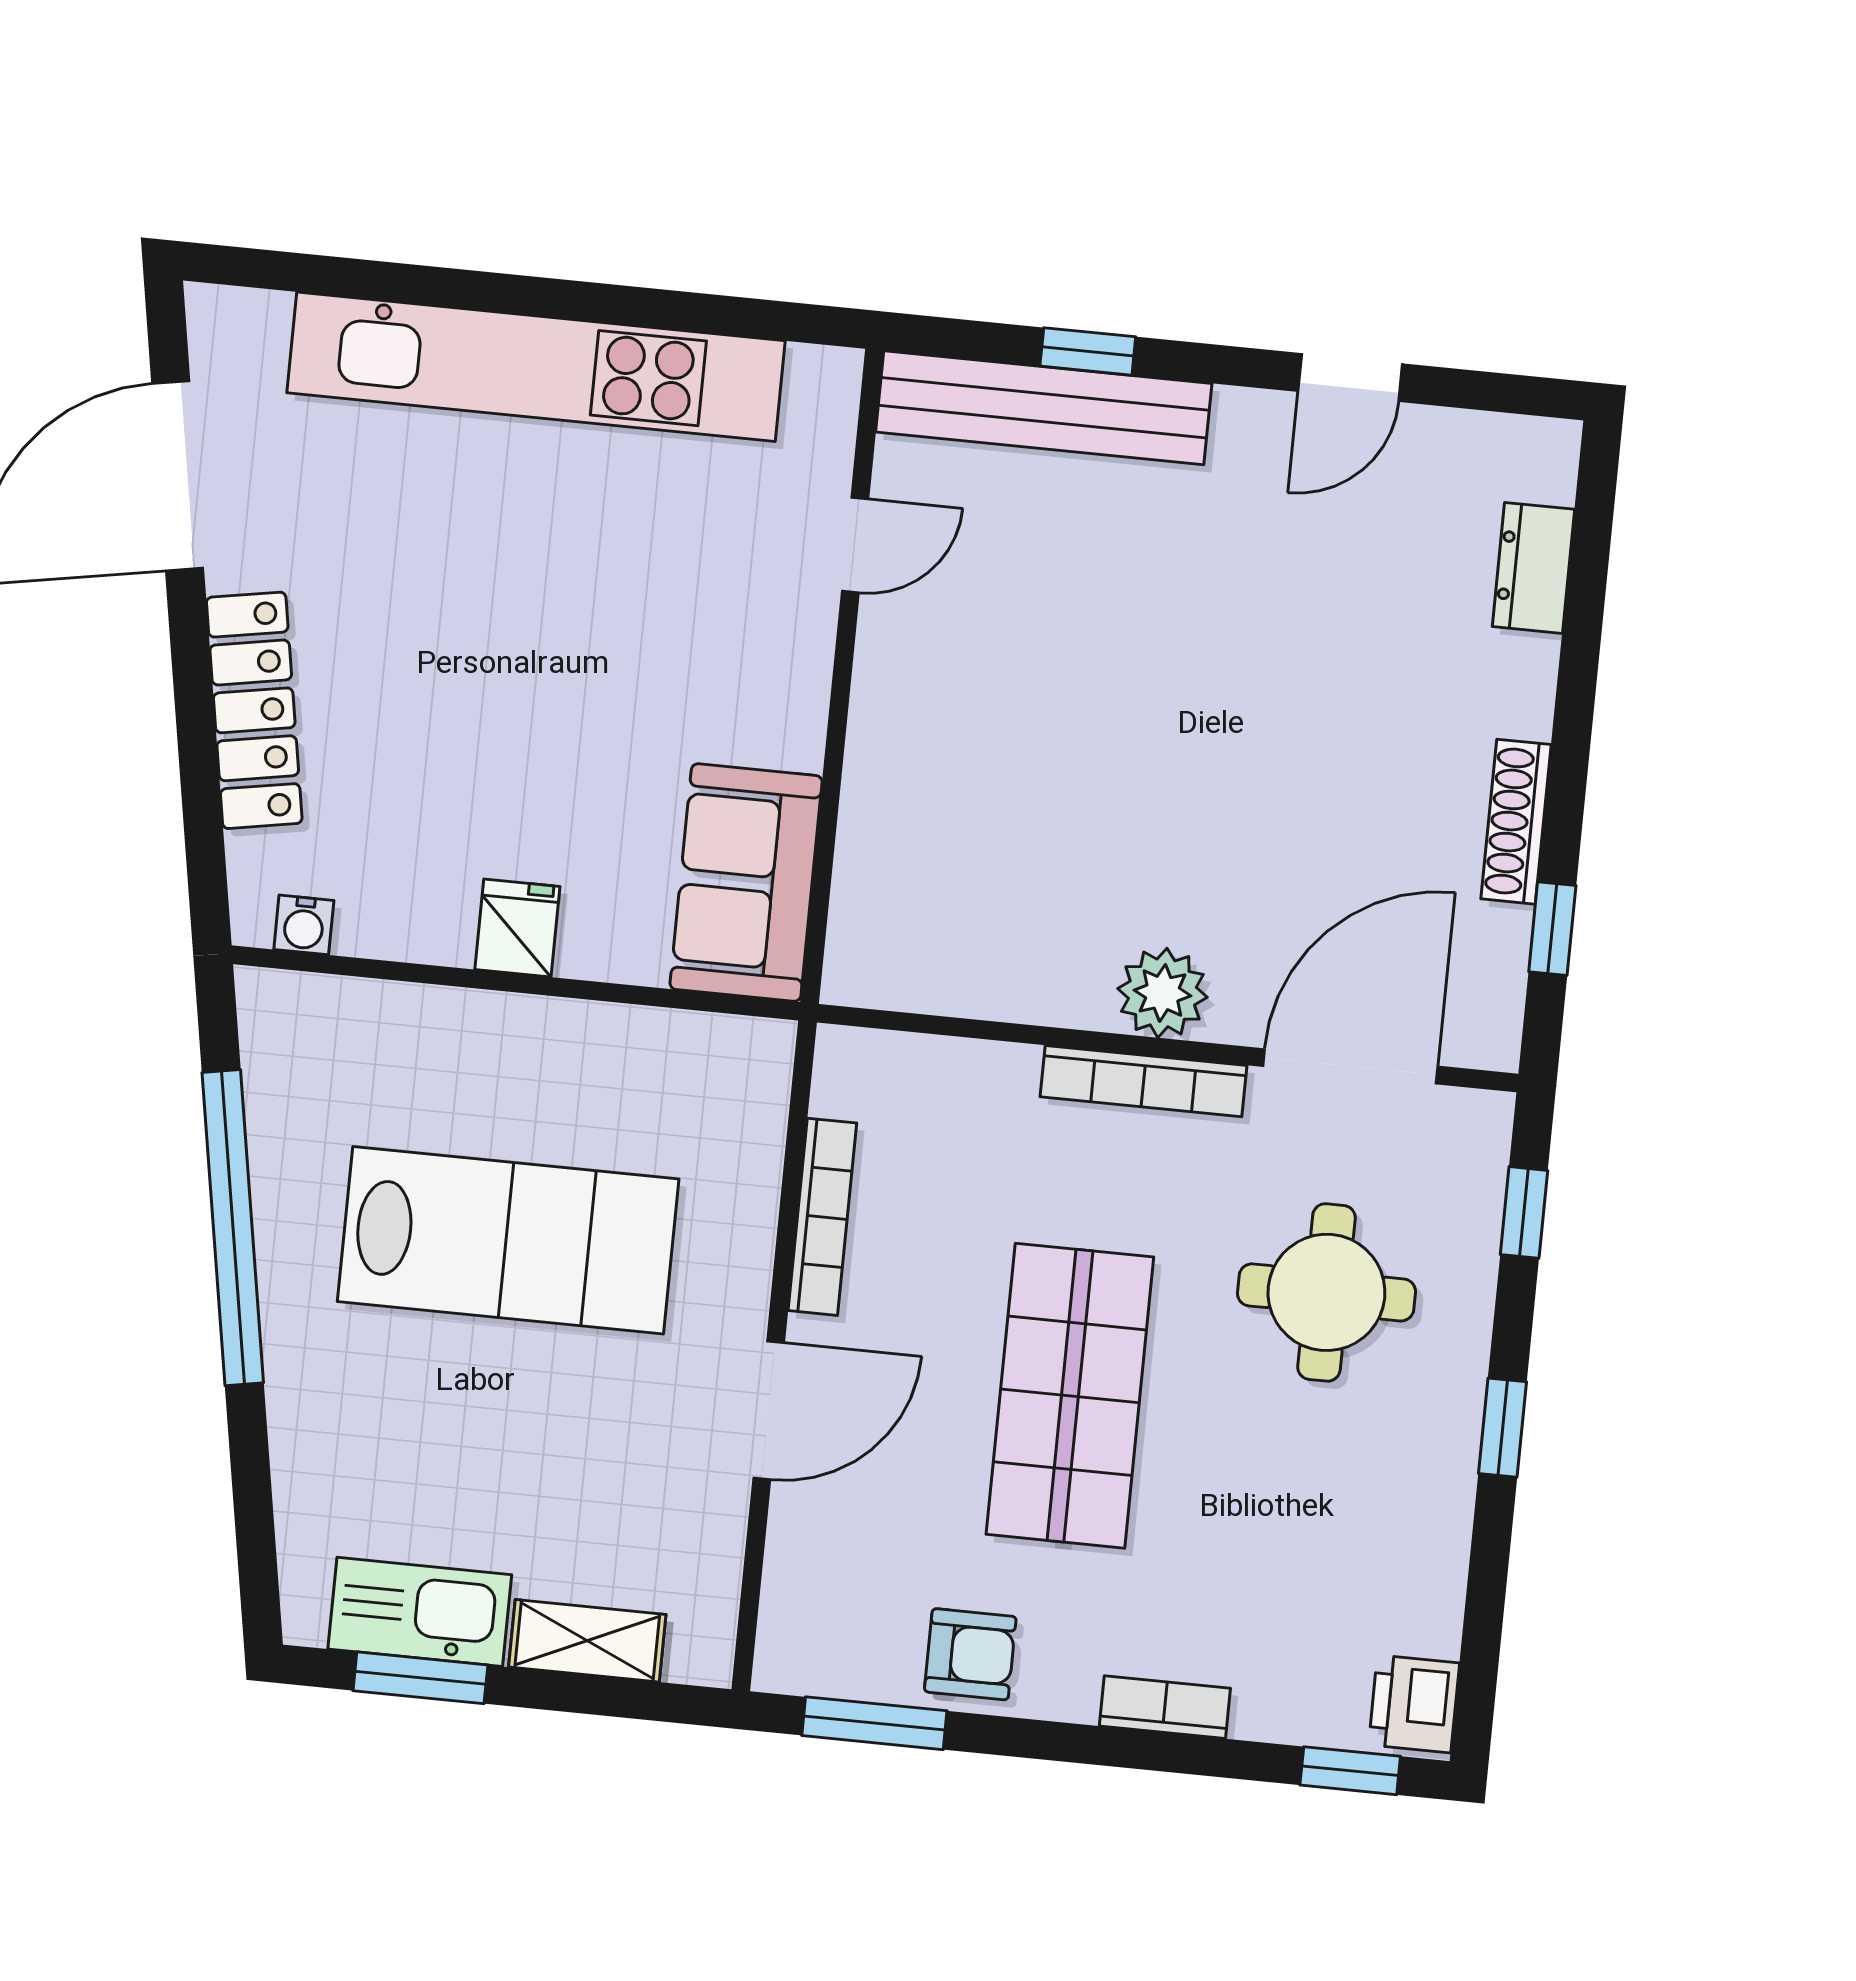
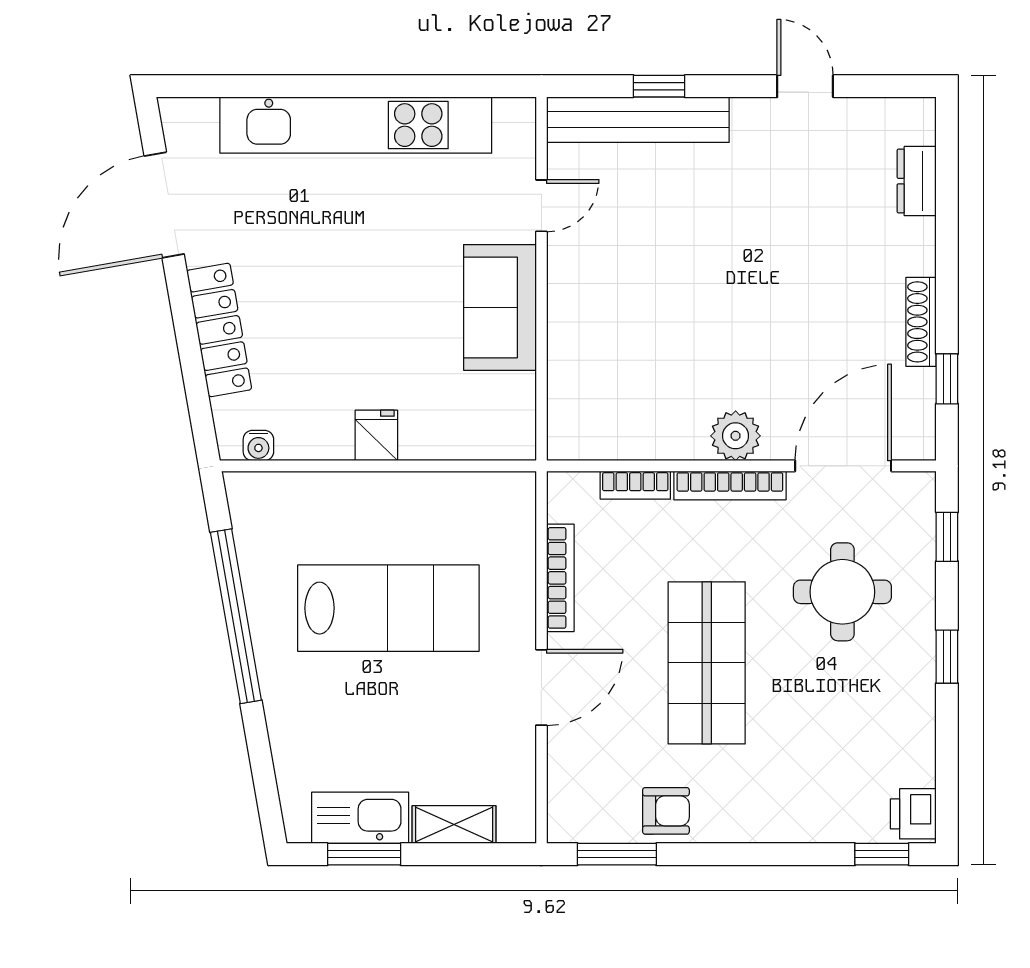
door: (1350, 378) -> (805, 86), swing flipped
sofa: (746, 883) -> (500, 307), moved
bookcase: (1165, 1707) -> (635, 485), moved, turned 180

